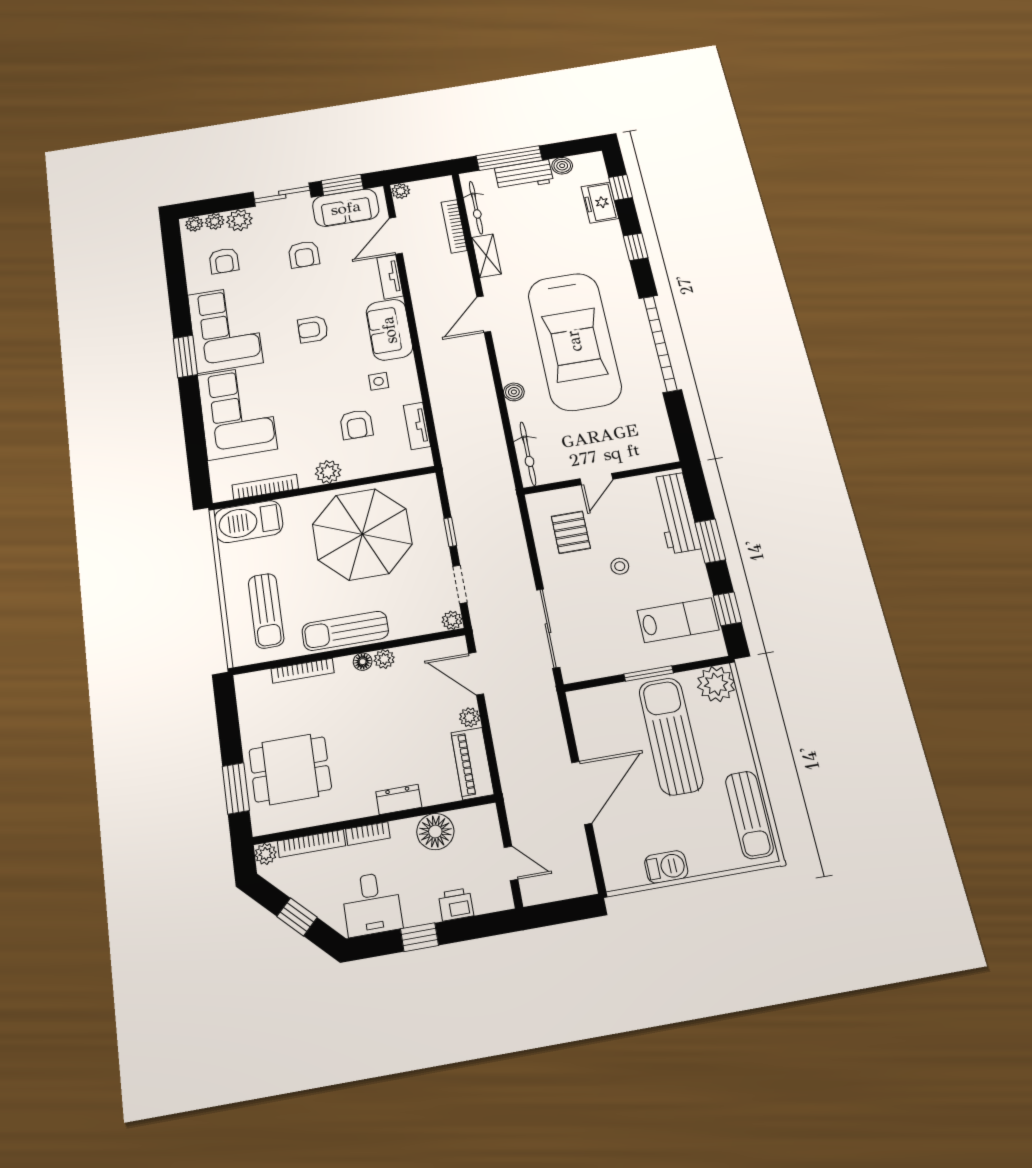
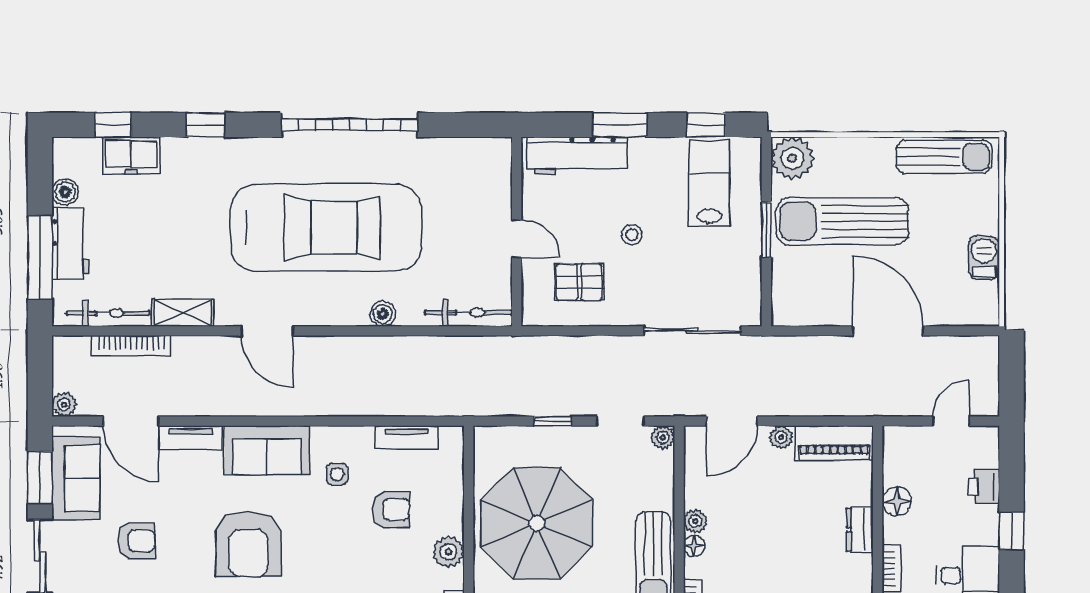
armchair: (313, 329) -> (248, 544), width x1.88, depth x1.88
floor lamp: (435, 832) -> (897, 501), width x0.73, depth x0.73

